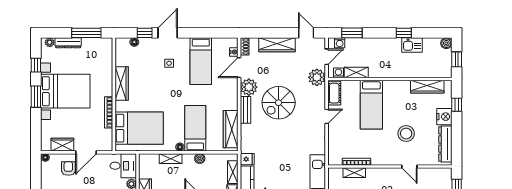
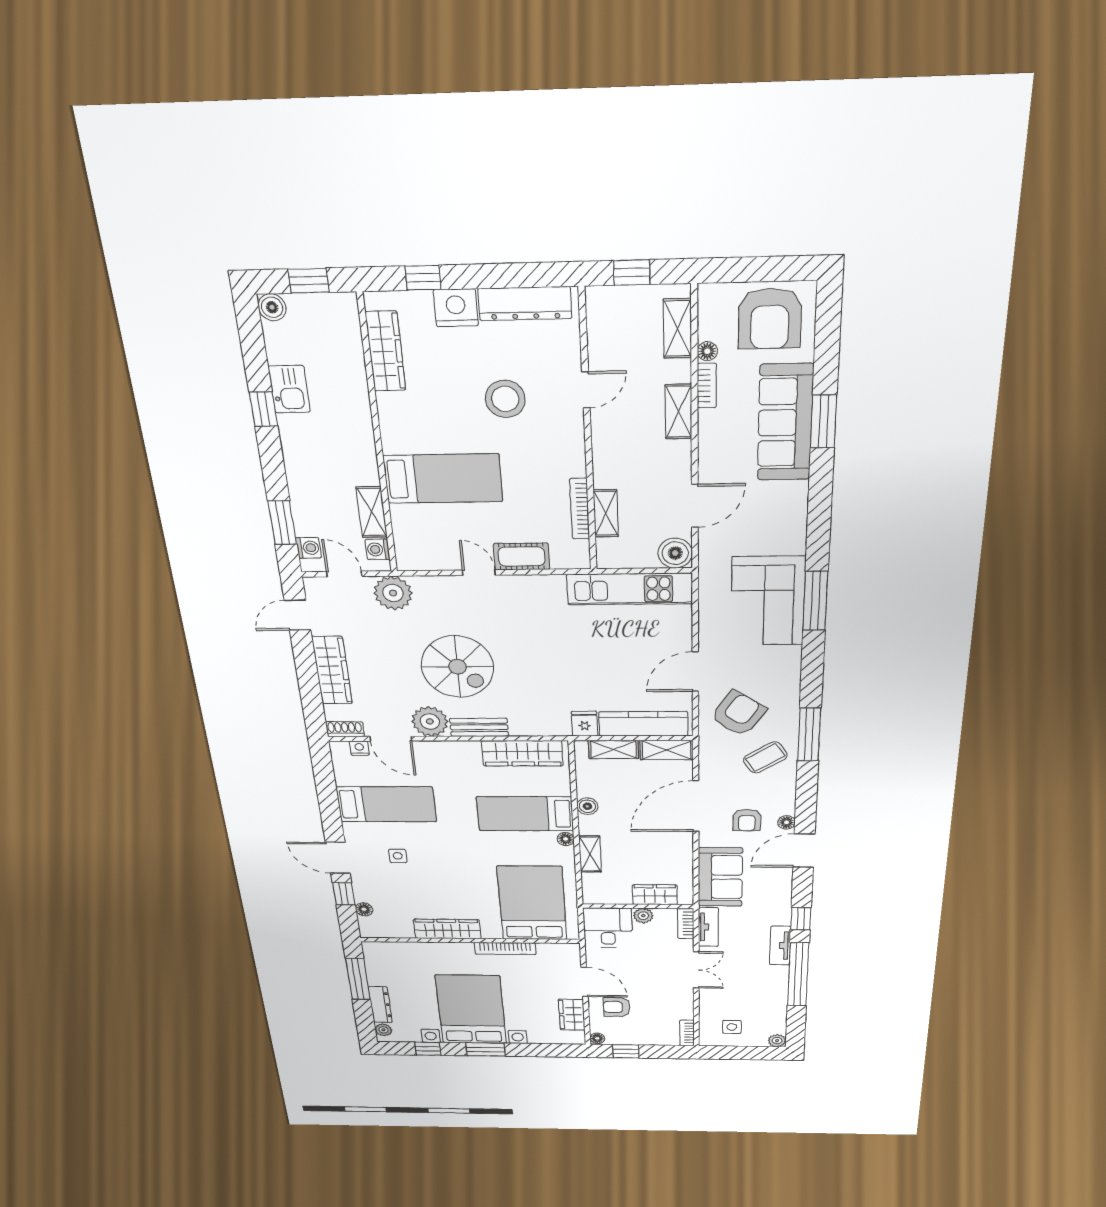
cot: (334, 93) -> (522, 556), moved
window: (36, 172) -> (626, 1051), added

